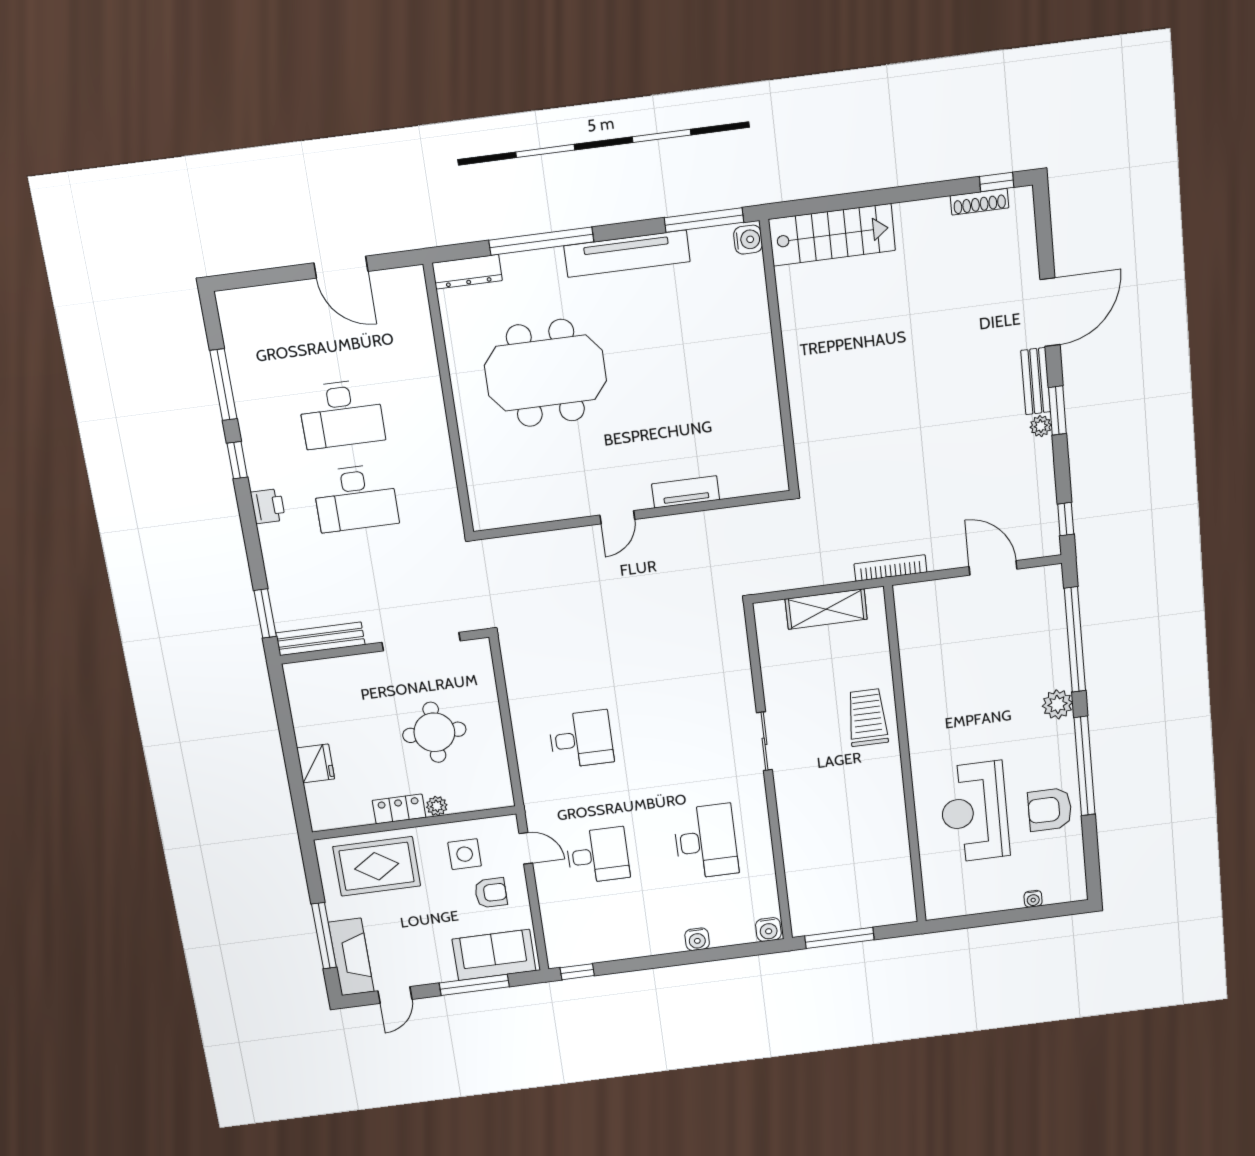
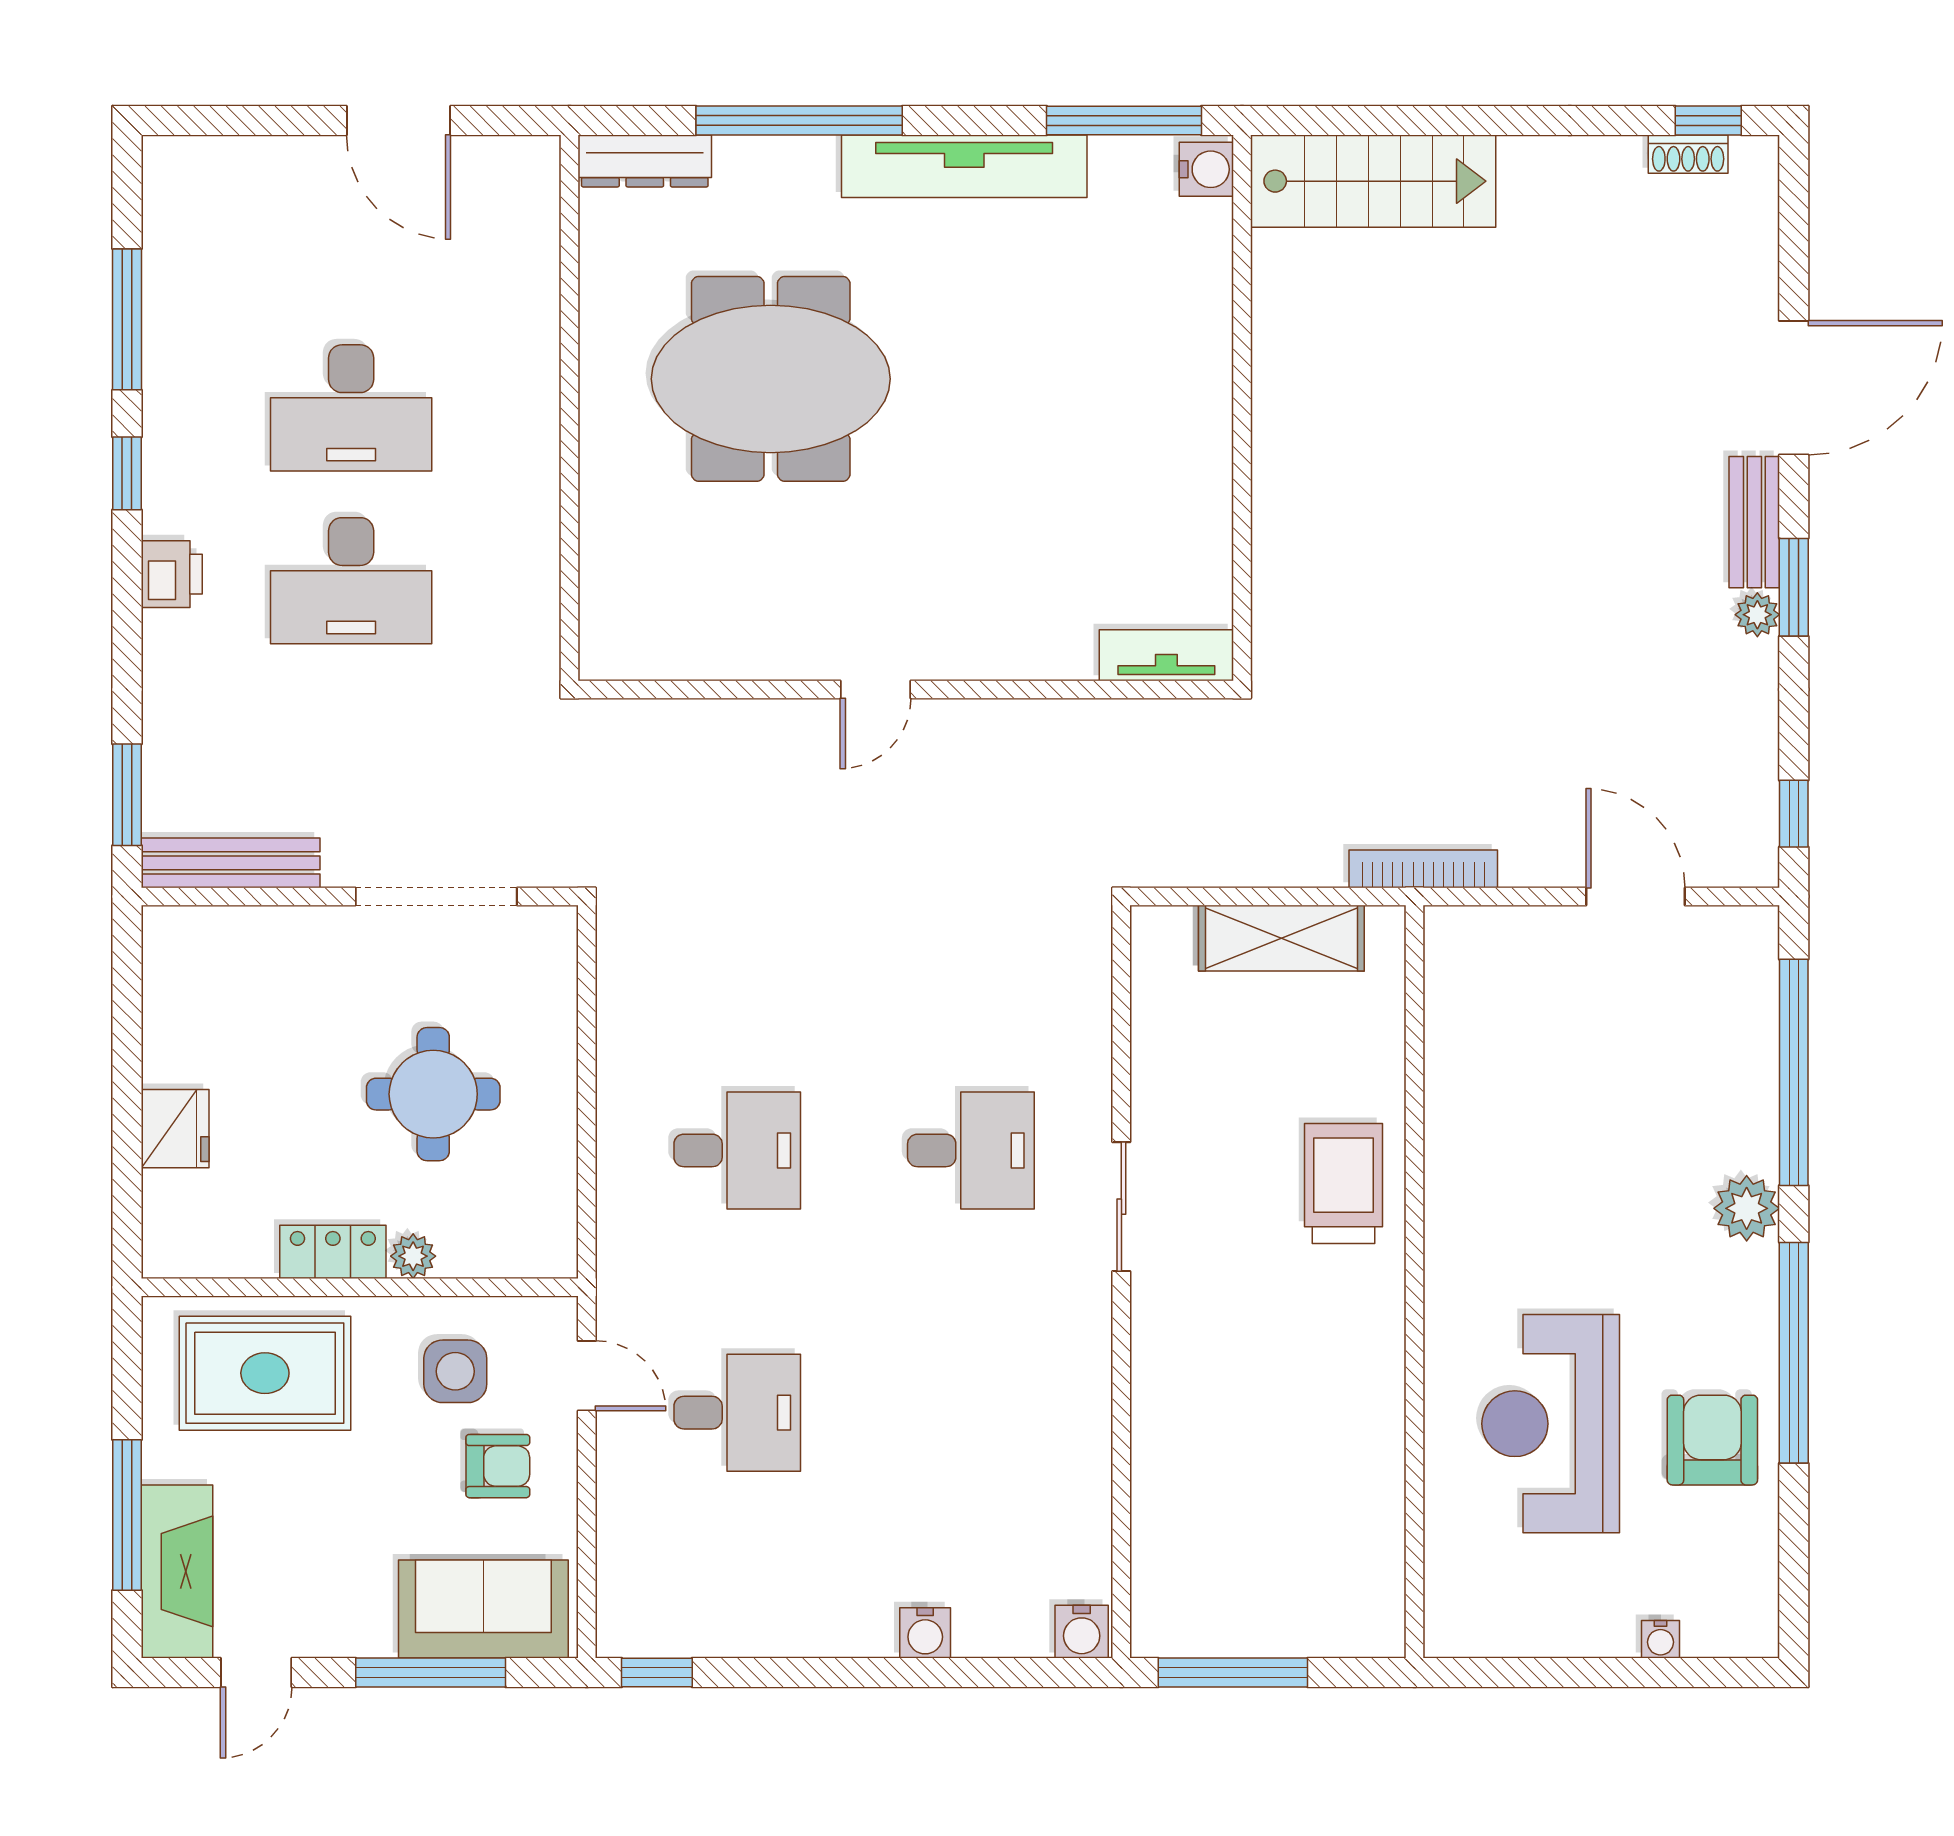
shoe rack: (980, 202) -> (1688, 154), width x0.70
tv unit: (686, 492) -> (1166, 655), moved
armchair: (1050, 809) -> (1712, 1440), turned 90
desk: (706, 842) -> (971, 1150), moved, width x0.73

